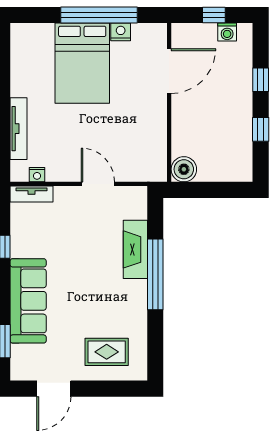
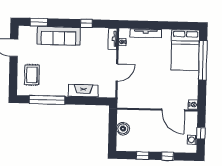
window: (99, 15) -> (203, 60), moved
nightstand: (121, 32) -> (193, 105), moved
bed: (82, 63) -> (185, 50), moved, turned -90
boiler: (184, 169) -> (123, 129), moved
window: (155, 274) -> (47, 100), moved

